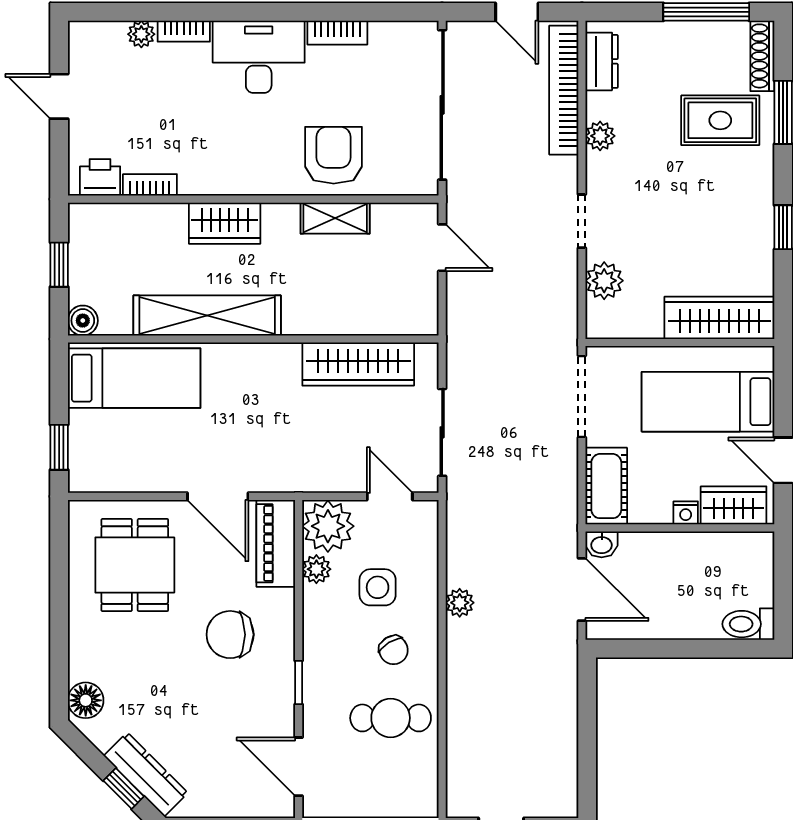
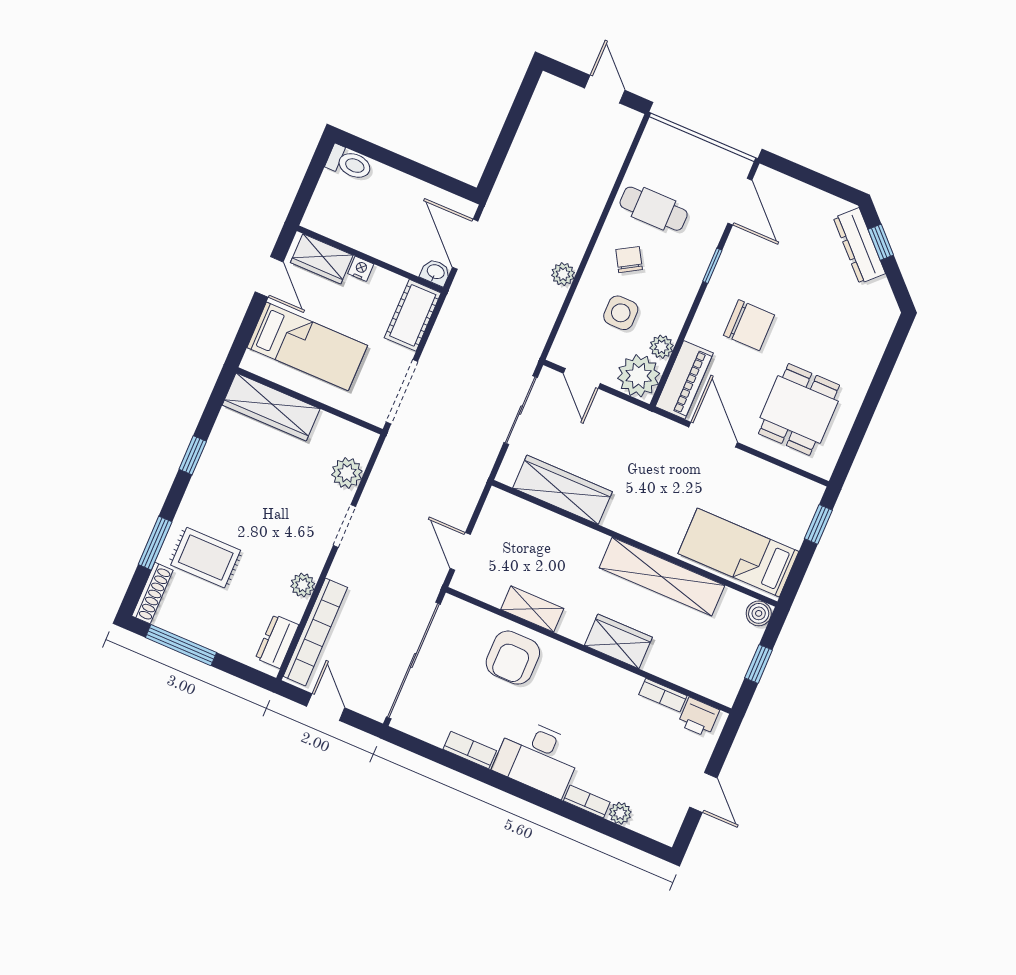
floor lamp: (86, 700) -> (881, 322), removed

